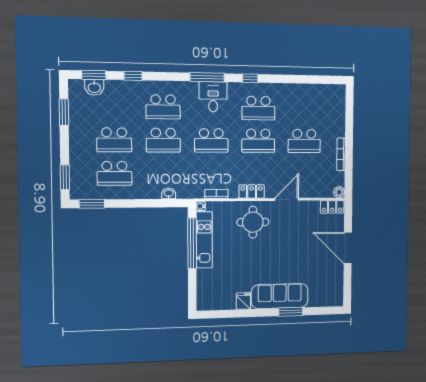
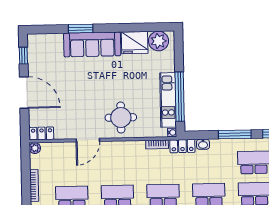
locker: (252, 192) -> (182, 146), moved
window: (135, 203) -> (235, 134), added
window: (347, 285) -> (23, 56), added
plant: (213, 300) -> (159, 41), added
fridge: (243, 301) -> (135, 43), width x1.88, depth x1.34

